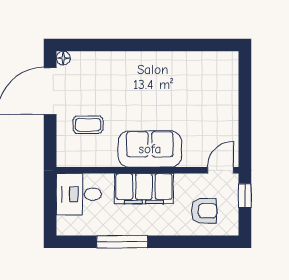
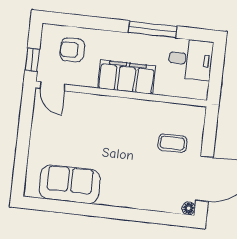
sofa: (150, 149) -> (70, 184), moved, turned 180
door: (221, 170) -> (53, 86), hinge flipped
desk: (79, 194) -> (191, 59), moved

